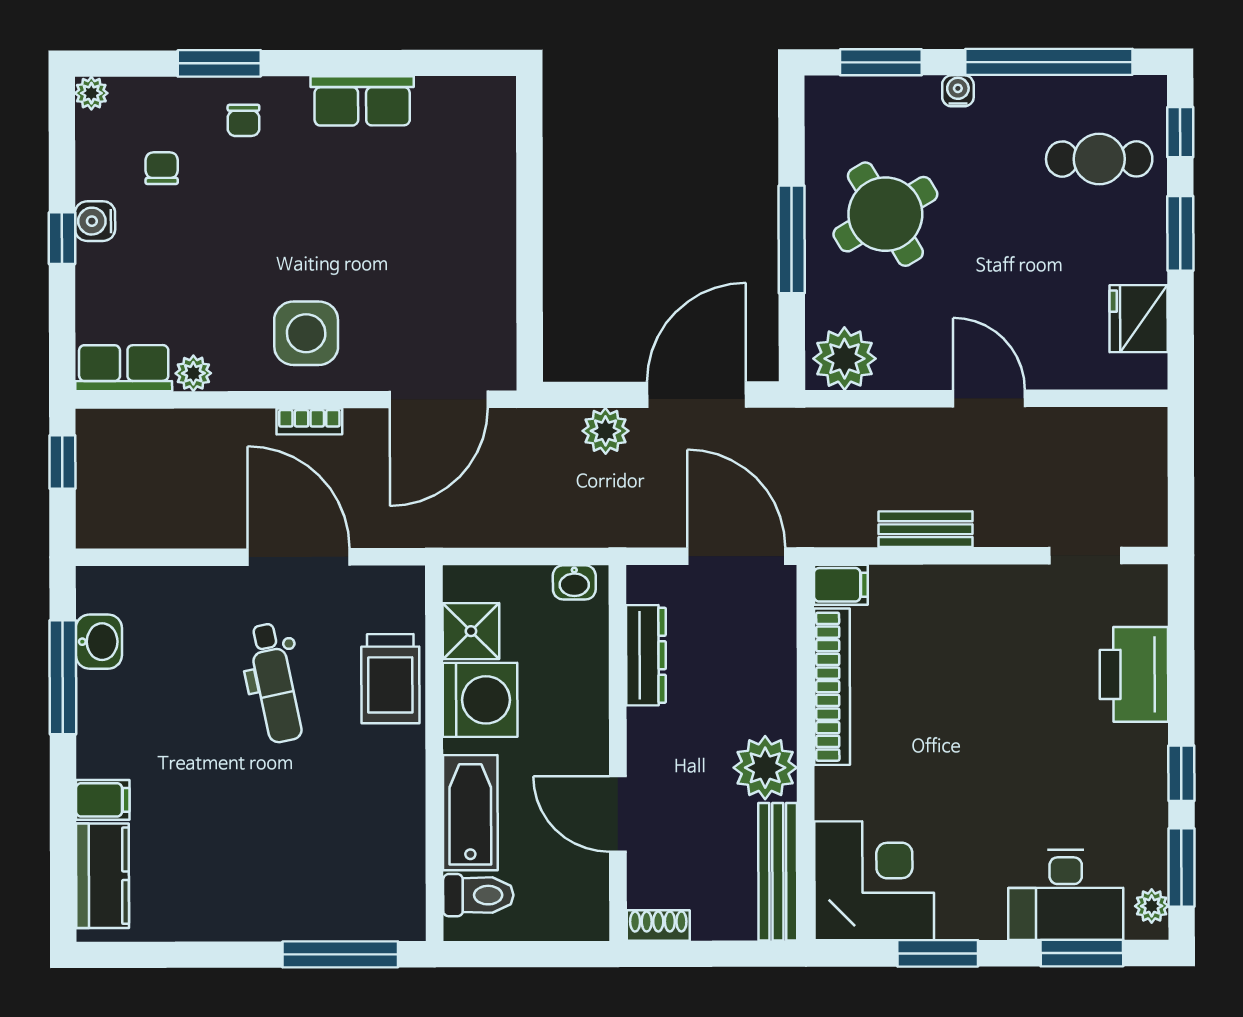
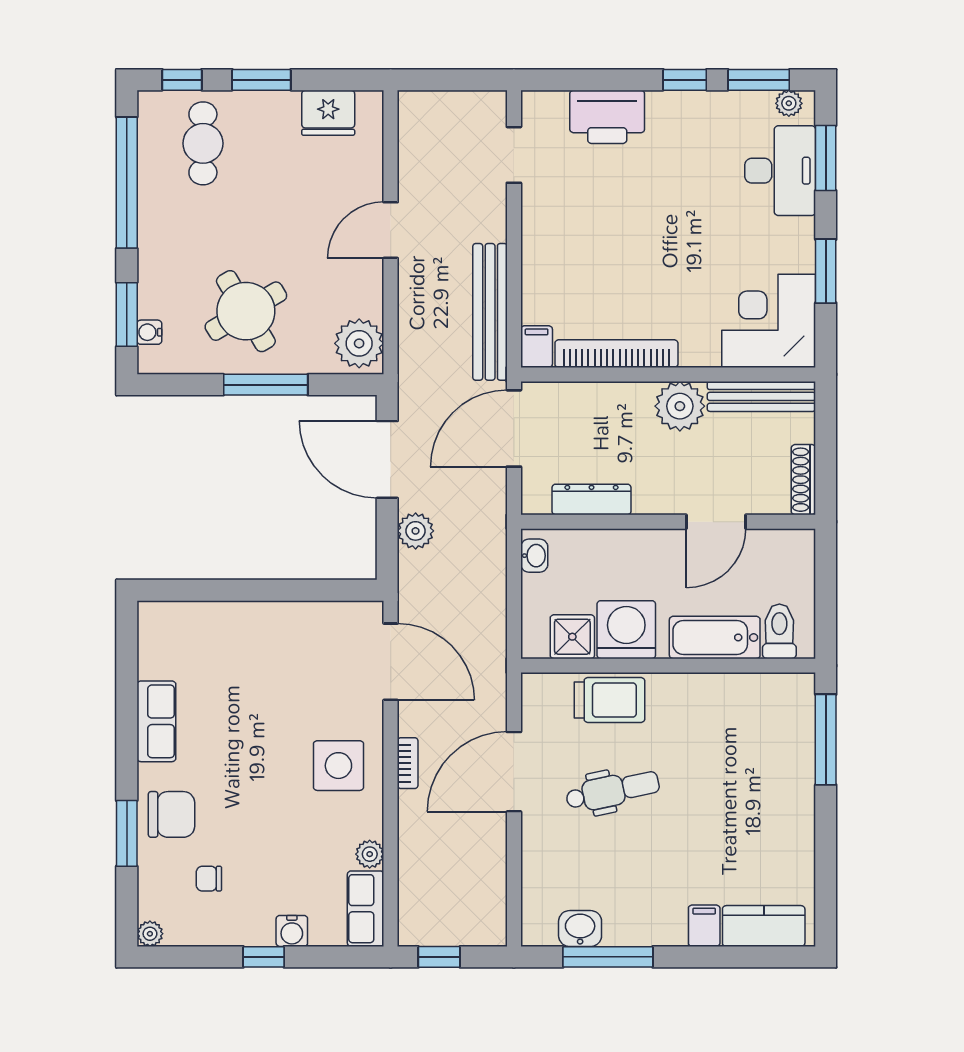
water cooler: (958, 91) -> (149, 332), moved
chair: (243, 120) -> (171, 814), width x1.87, depth x1.87
water cooler: (95, 221) -> (292, 931), moved
bench: (925, 529) -> (490, 312), width x1.86, depth x1.21
shoe rack: (658, 925) -> (803, 480), width x1.43

